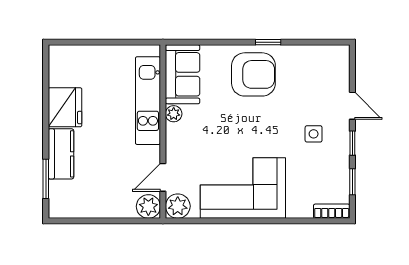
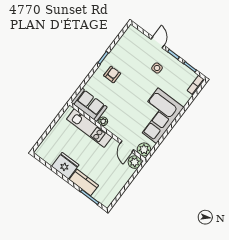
armchair: (253, 74) -> (112, 74), width x0.53, depth x0.53
door: (352, 106) -> (158, 42), hinge flipped

